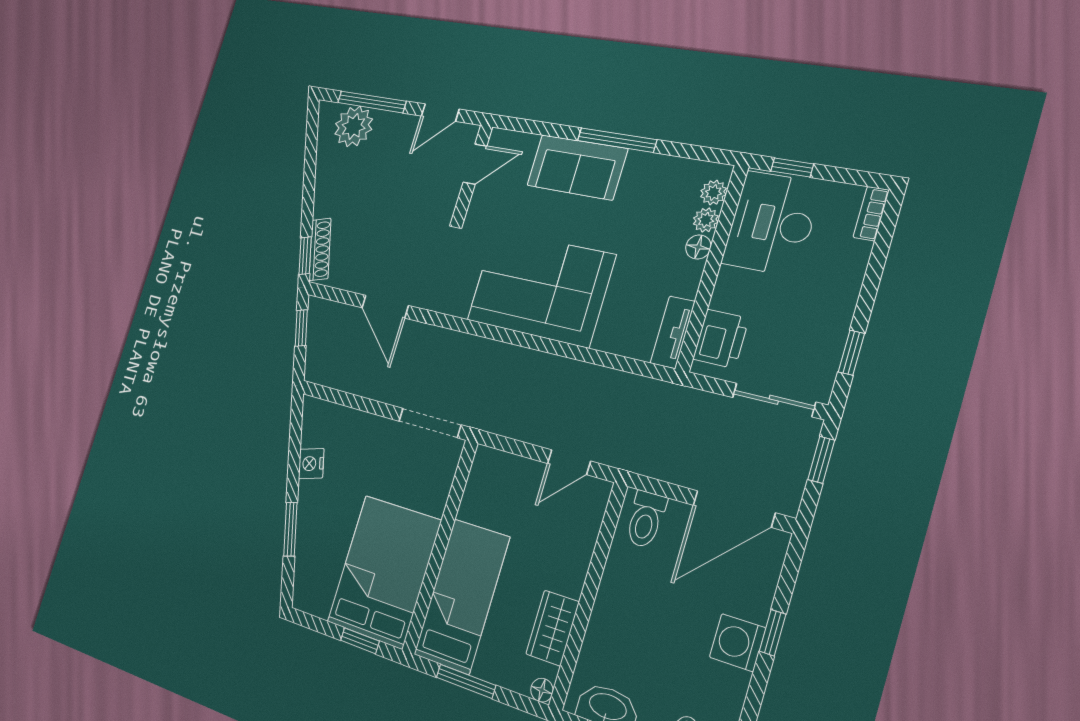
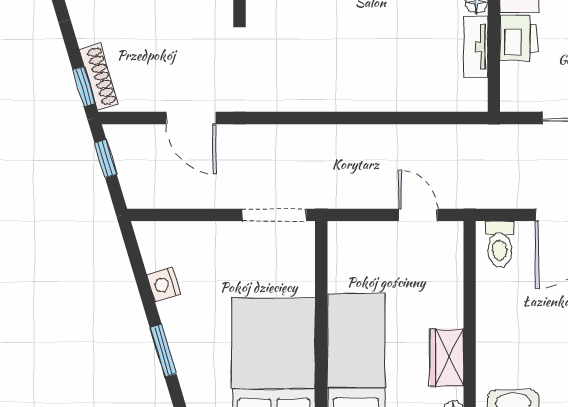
corner sofa: (540, 288) -> (343, 67), removed
tv unit: (673, 332) -> (476, 47), moved
printer: (721, 339) -> (519, 38), moved
door: (569, 462) -> (418, 215), swing flipped

